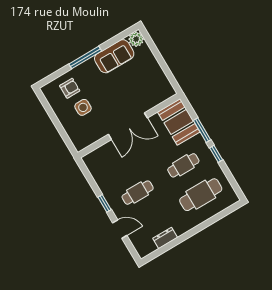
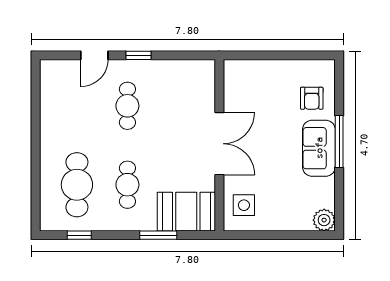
sofa: (114, 56) -> (319, 148), moved
side table: (83, 107) -> (244, 205), moved
double door: (128, 126) -> (219, 144), swing flipped
window: (216, 154) -> (79, 235), moved
dresser: (165, 238) -> (49, 107), removed

